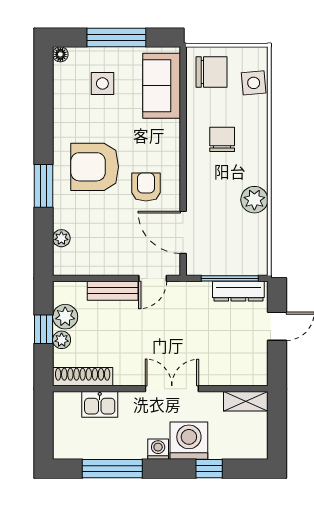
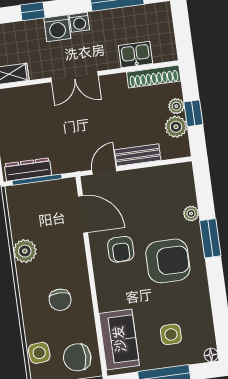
plant: (61, 238) -> (191, 213), moved
washing machine: (189, 441) -> (57, 28), width x0.73, depth x0.73

